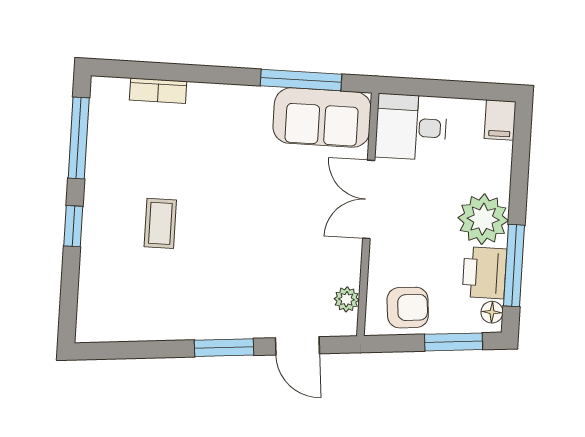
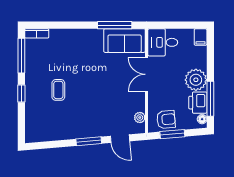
bookcase: (158, 91) -> (37, 33), moved
window: (454, 342) -> (172, 134), moved

